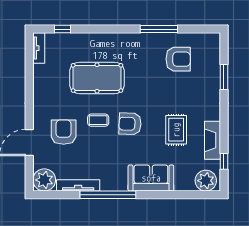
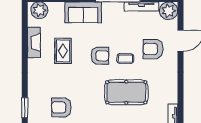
window: (224, 77) -> (25, 108), moved
armchair: (64, 132) -> (153, 49), turned 90
window: (224, 161) -> (25, 26), removed

